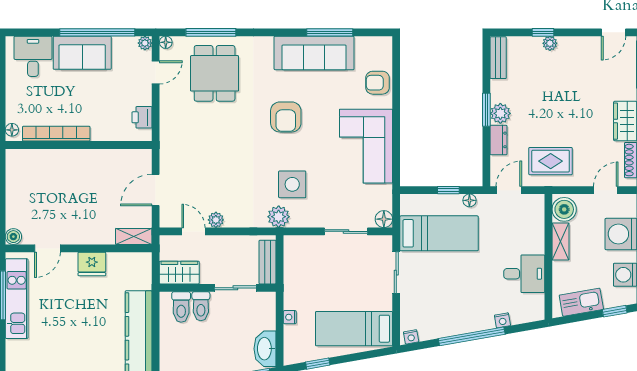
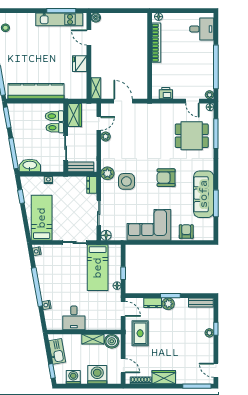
sofa: (82, 53) -> (204, 58), removed
dresser: (298, 243) -> (92, 185), added

